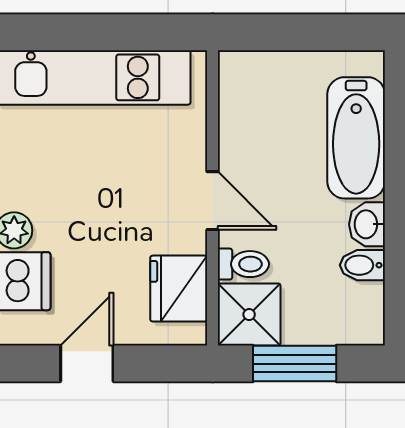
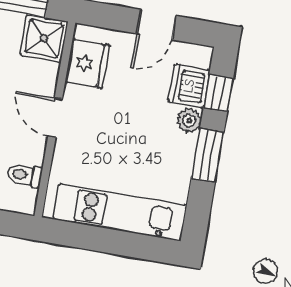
toilet: (243, 264) -> (24, 175), moved

